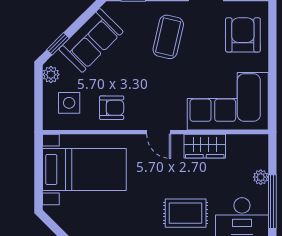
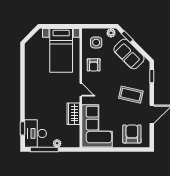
armchair: (243, 35) -> (132, 134), turned -90
door: (159, 132) -> (81, 90), swing flipped
rug: (186, 213) -> (38, 104), removed

